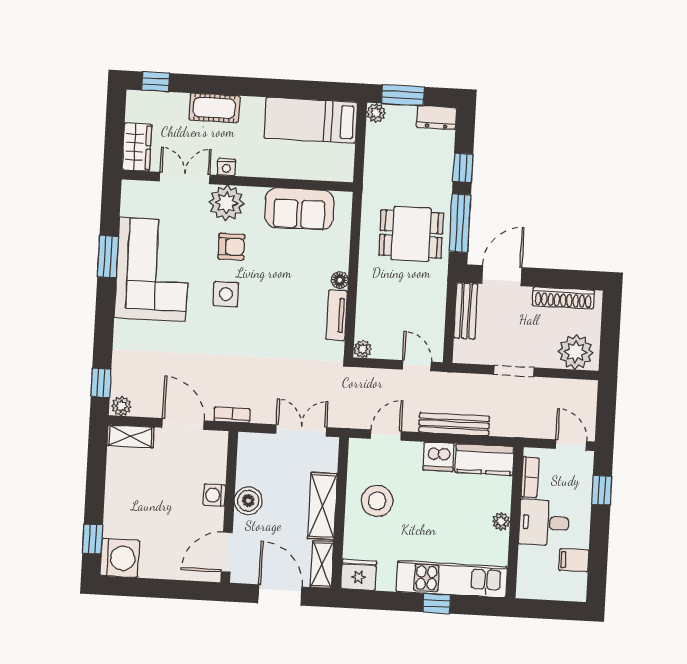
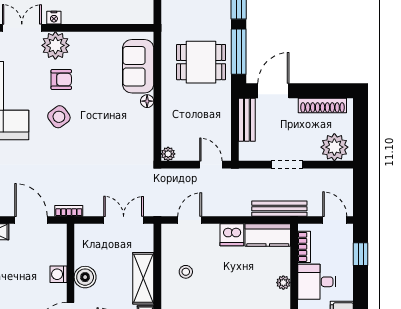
sofa: (299, 209) -> (138, 66), moved, turned 90
side table: (226, 294) -> (59, 117), turned -37
tv unit: (337, 315) -> (146, 129), removed
bench: (454, 424) -> (279, 209), moved
stool: (377, 501) -> (186, 272), width x0.53, depth x0.53

